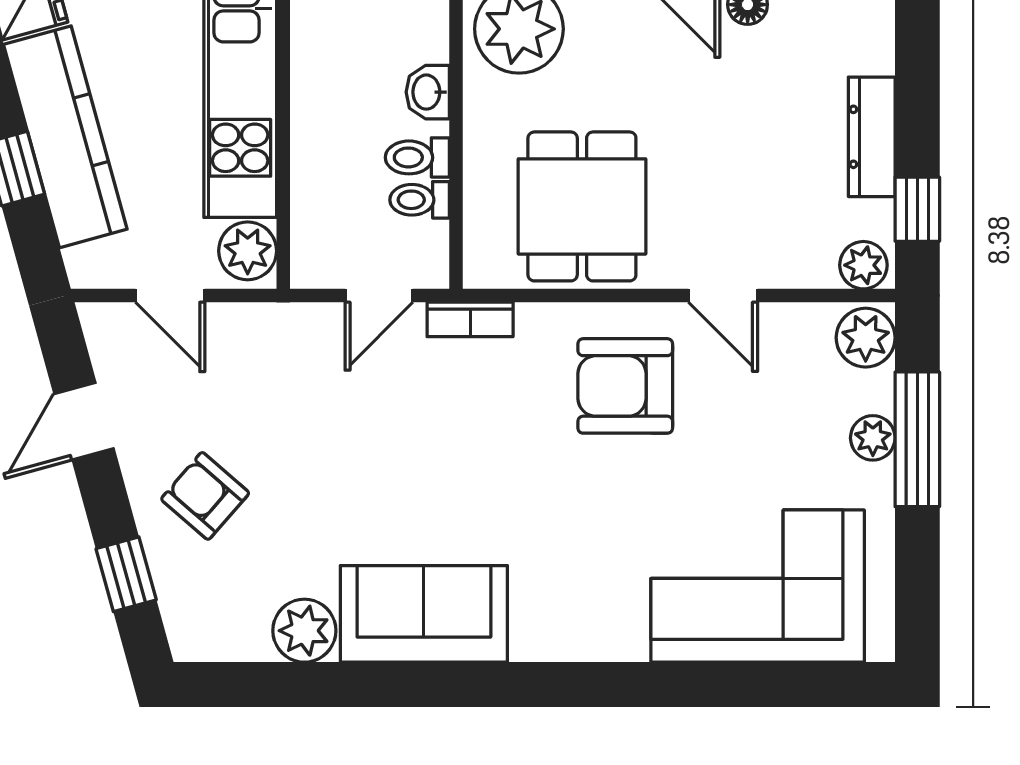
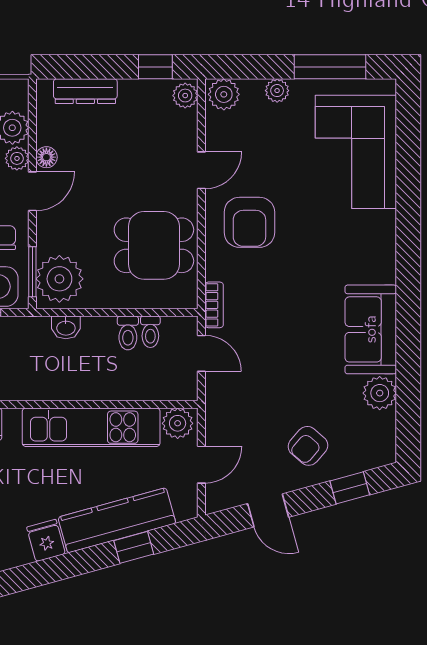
washbasin: (428, 92) -> (66, 327), moved
dresser: (872, 137) -> (85, 91), moved
window: (917, 439) -> (330, 67), moved

